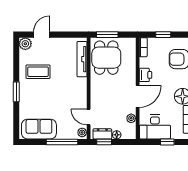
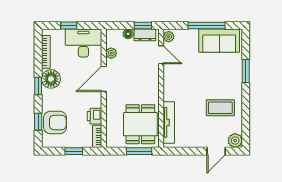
printer: (145, 75) -> (94, 116), moved
window: (16, 92) -> (246, 71), moved
window: (62, 142) -> (206, 25), moved

